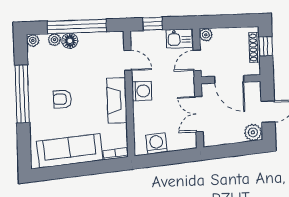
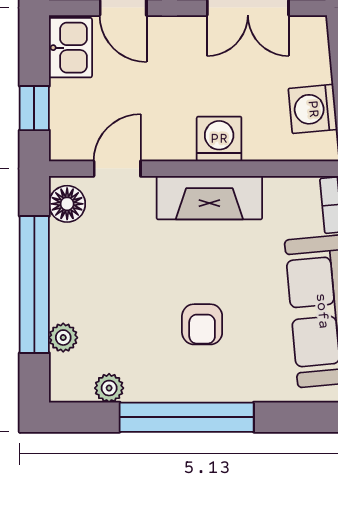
plant: (33, 41) -> (109, 388), moved
floor lamp: (70, 41) -> (67, 204), moved
washing machine: (142, 91) -> (219, 139), moved

